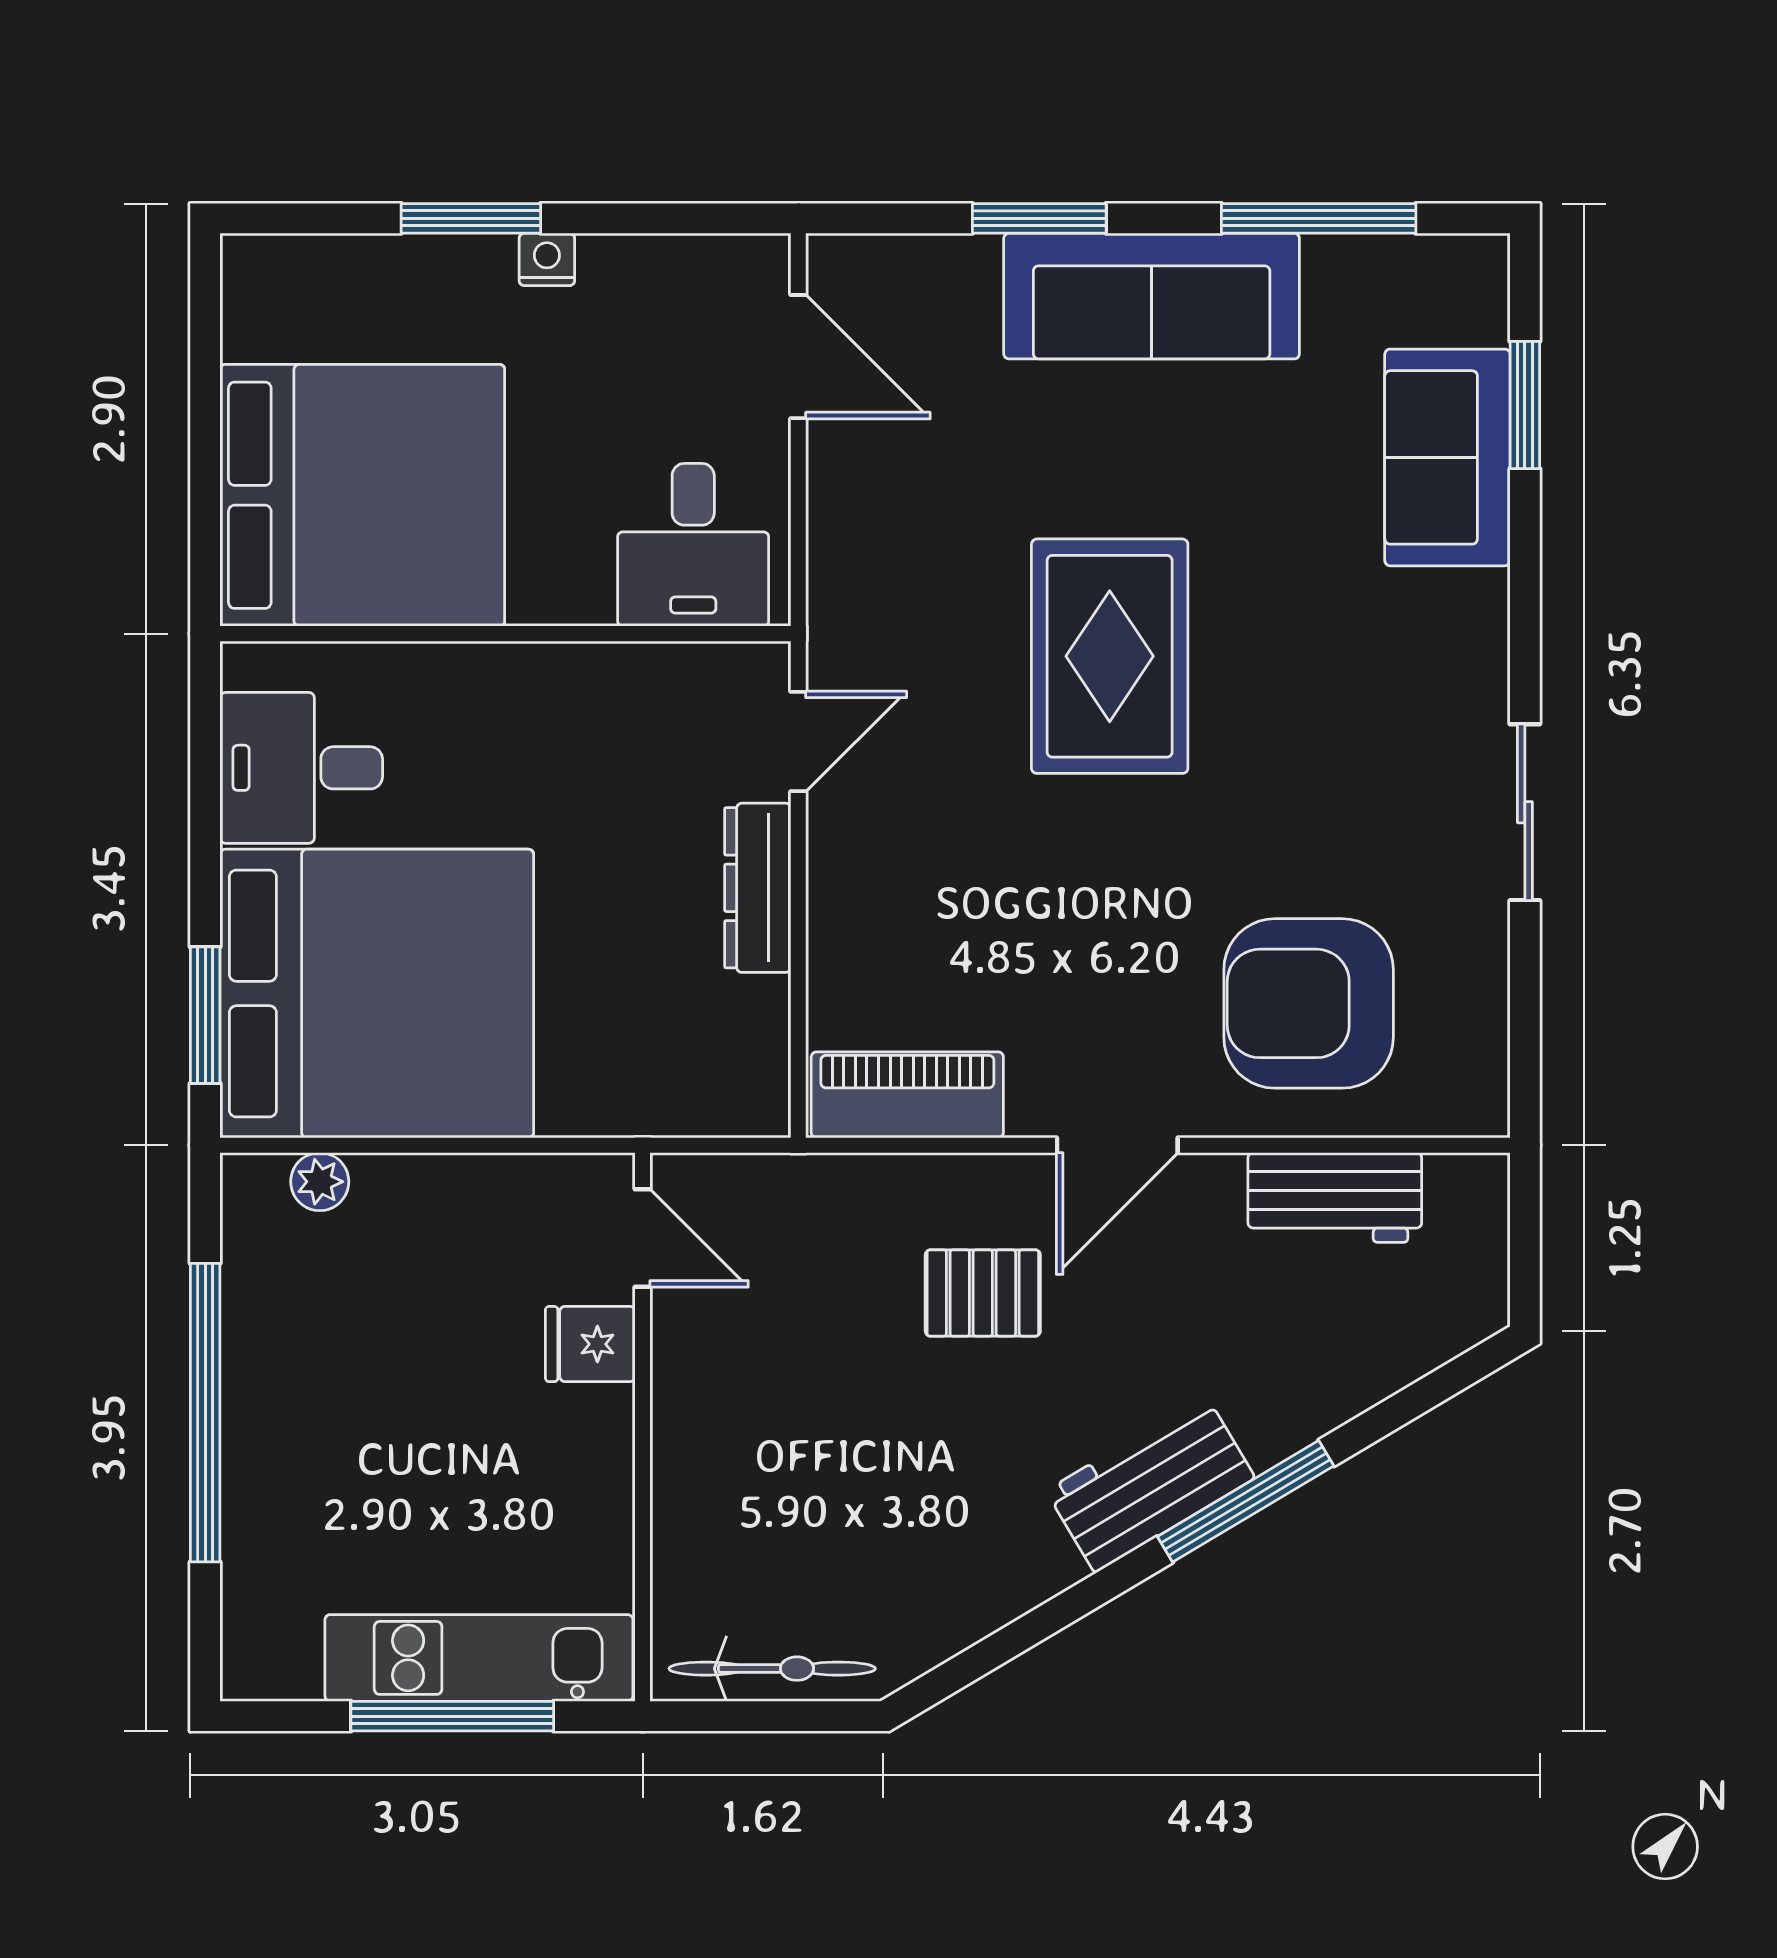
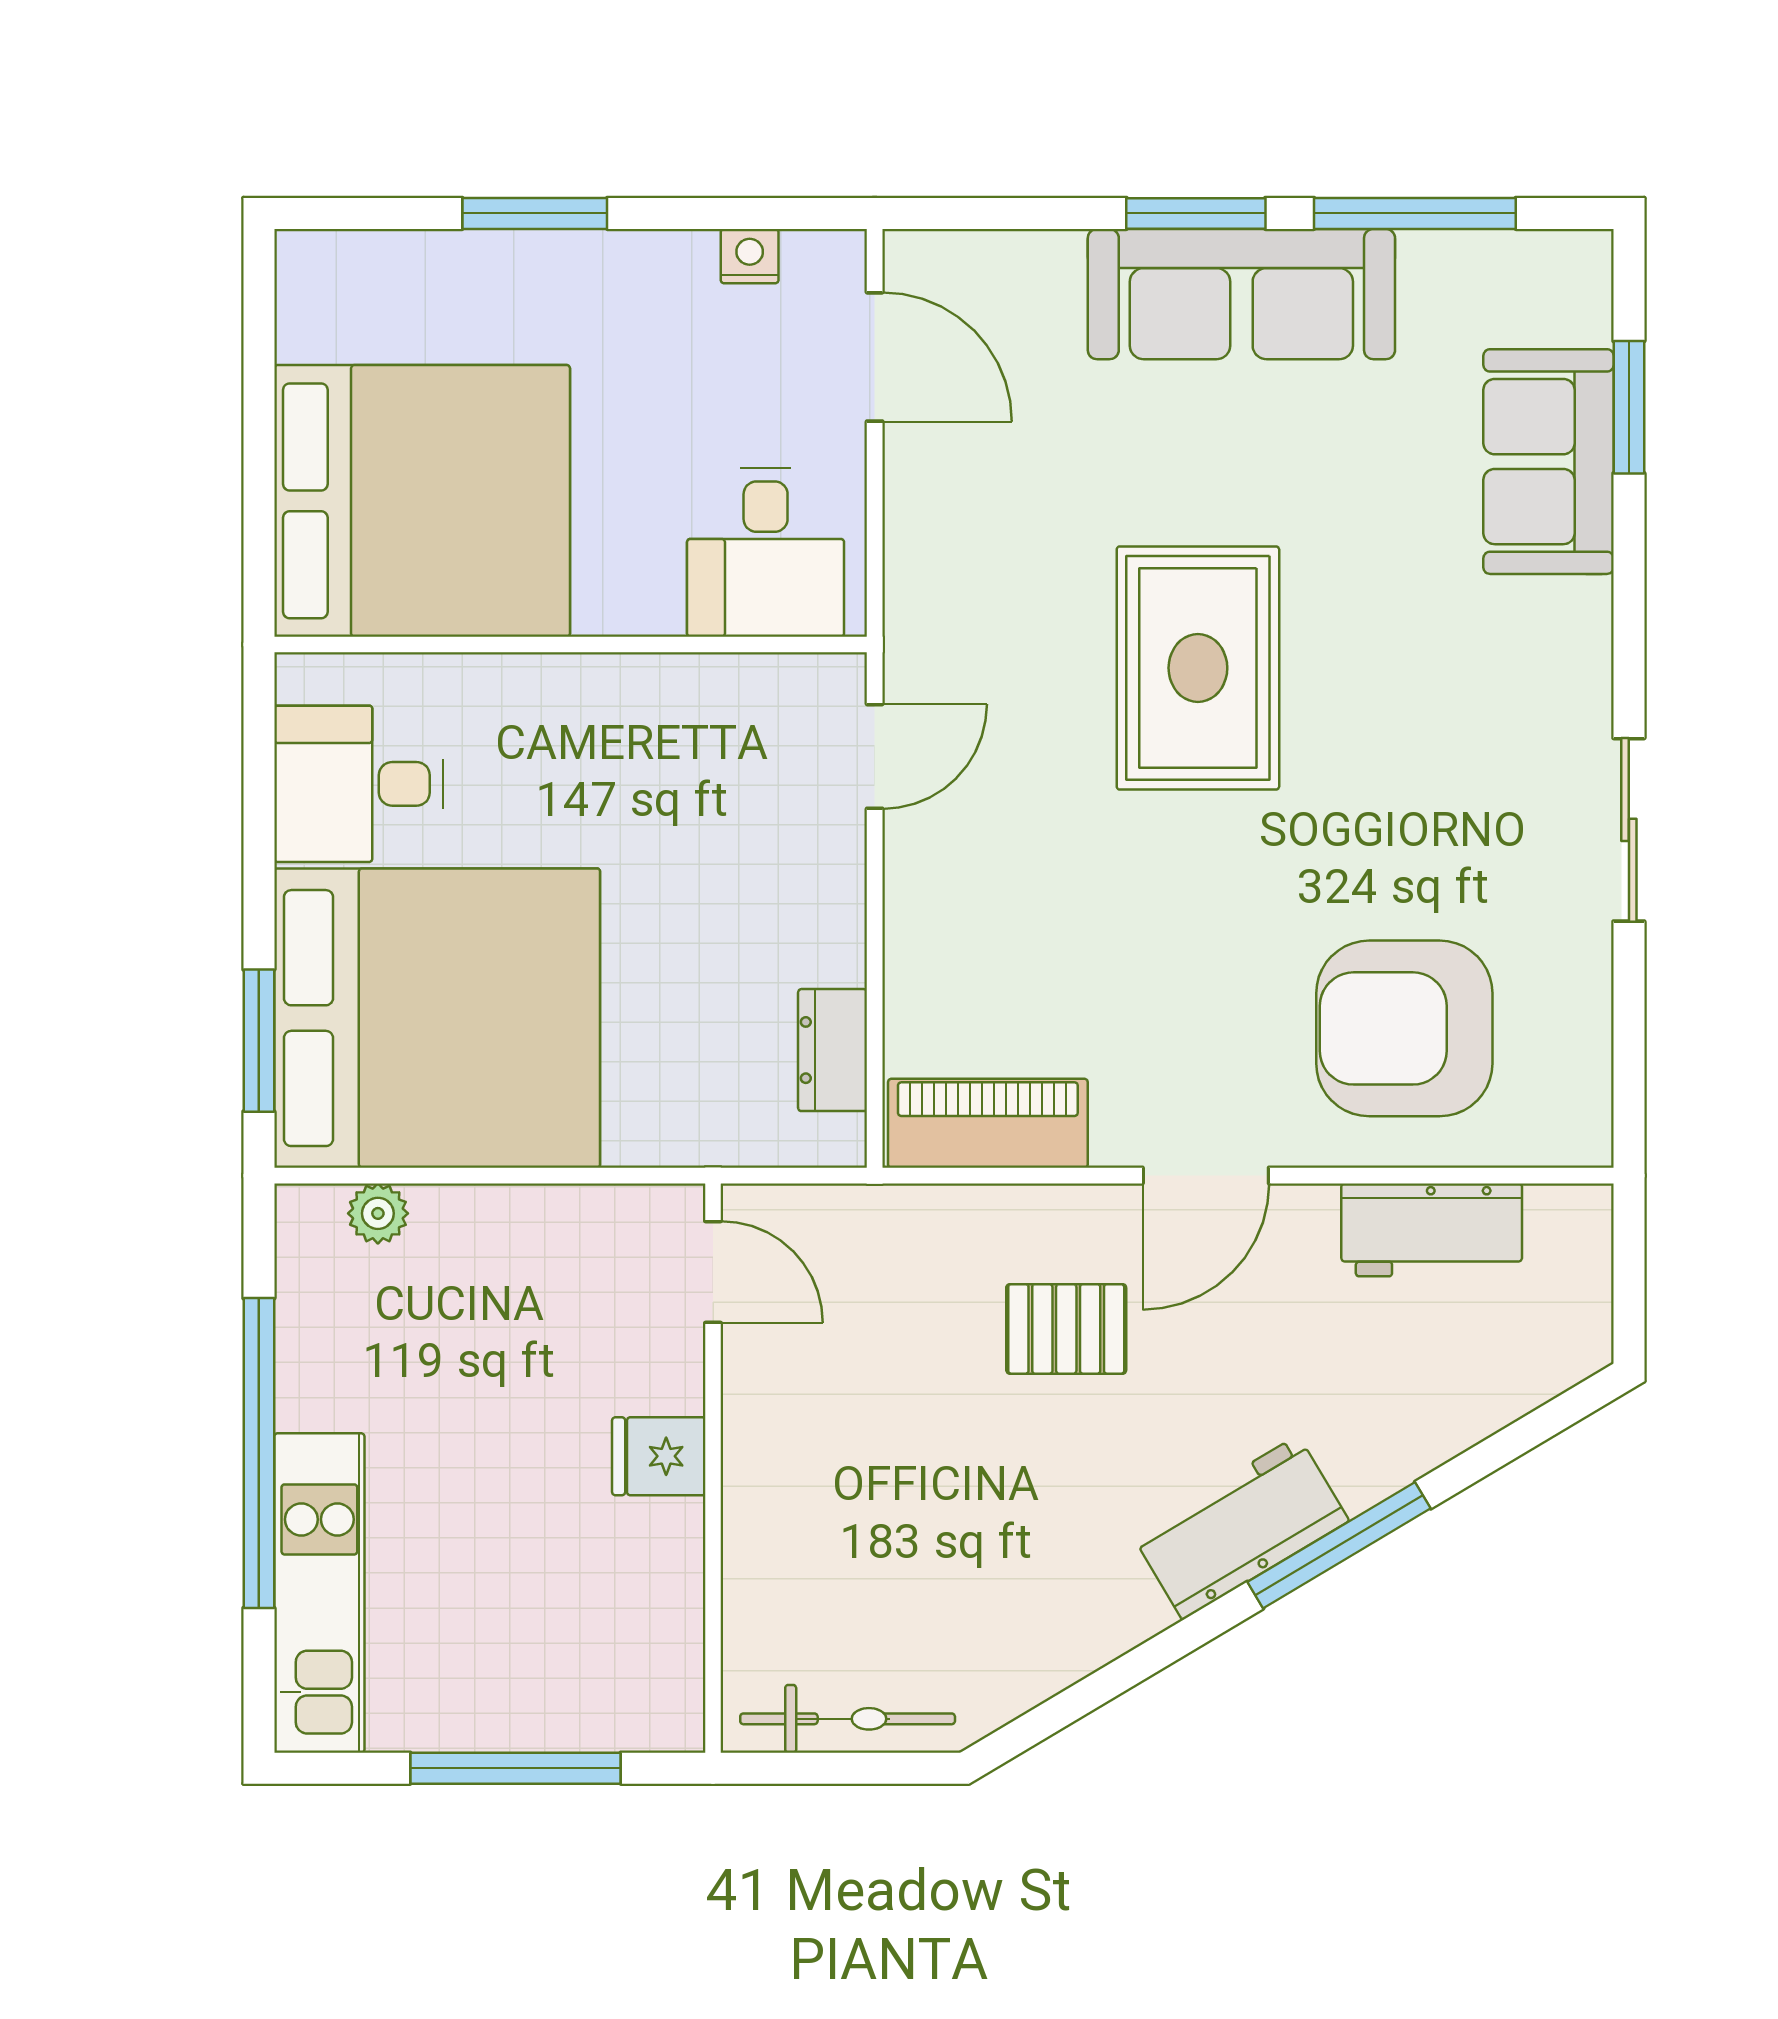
window: (1039, 218) -> (1196, 213), moved
nightstand: (547, 259) -> (750, 256), moved
dresser: (758, 888) -> (833, 1050), moved, width x0.70
fridge: (590, 1344) -> (659, 1456), moved
kitchen unit: (479, 1658) -> (319, 1593), moved, turned 90

